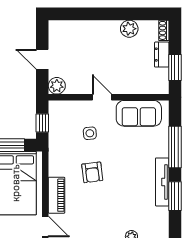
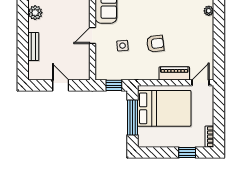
bench: (89, 27) -> (33, 46), added
door: (42, 59) -> (61, 85), swing flipped
plant: (57, 86) -> (83, 73), removed

